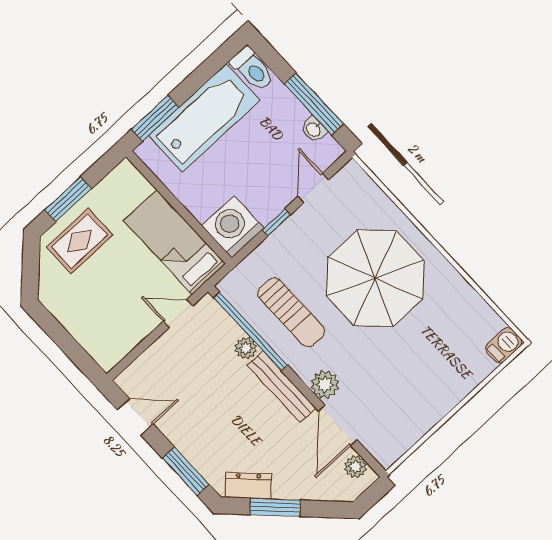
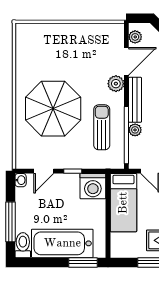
window: (314, 104) -> (11, 222), moved
washbasin: (314, 129) -> (21, 180), moved
barbecue: (504, 345) -> (25, 30), removed

